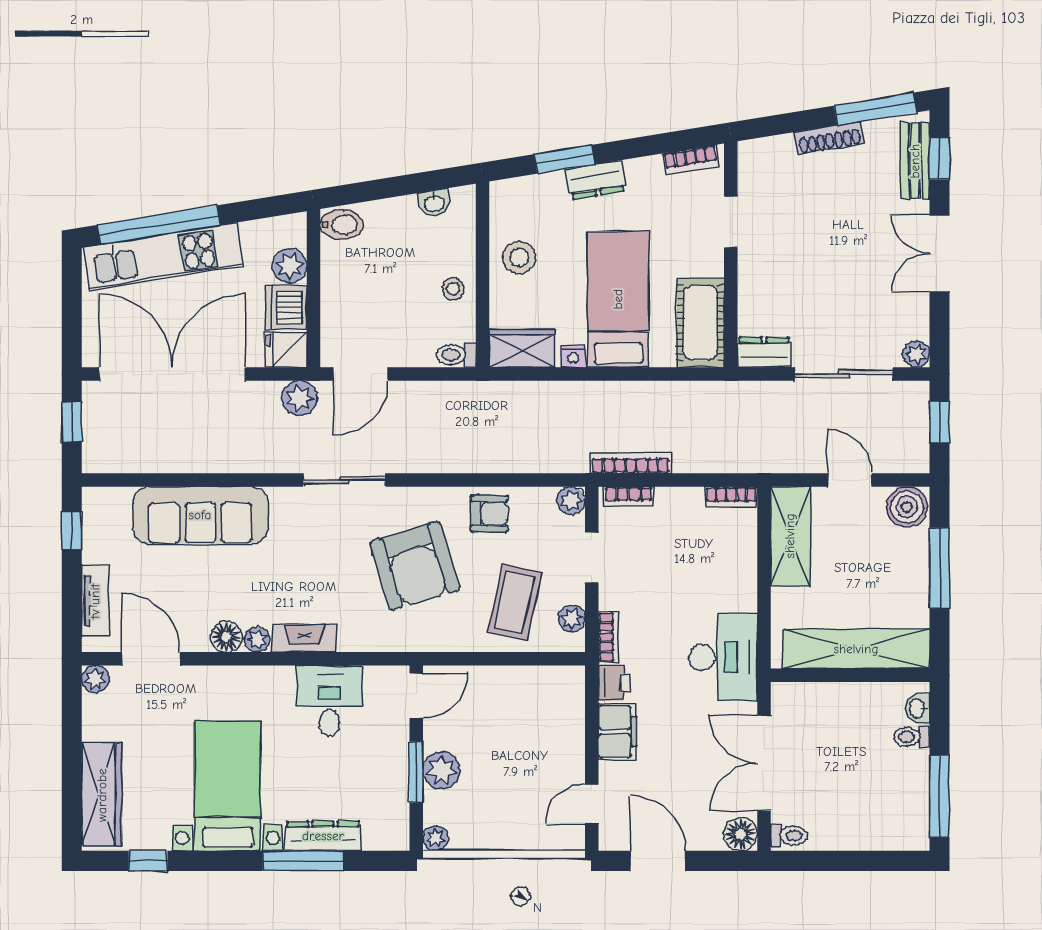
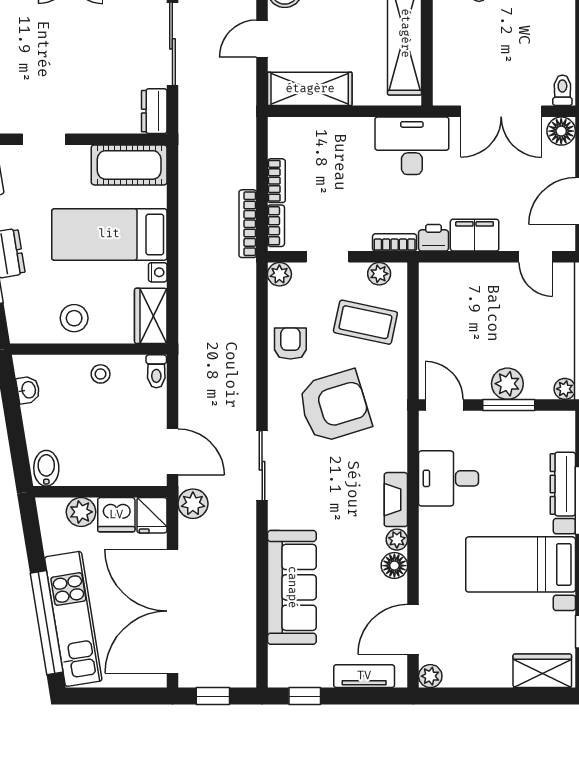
bookcase: (731, 497) -> (276, 181), moved
wardrobe: (102, 795) -> (542, 671), width x0.67

